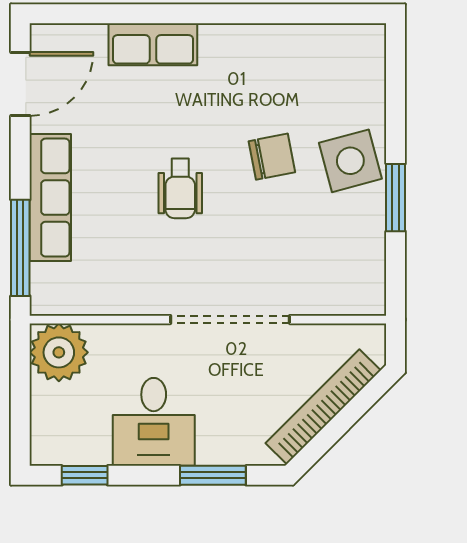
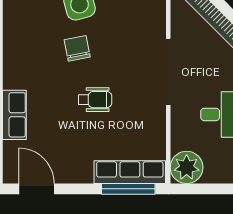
row of seats: (50, 198) -> (130, 172), moved

